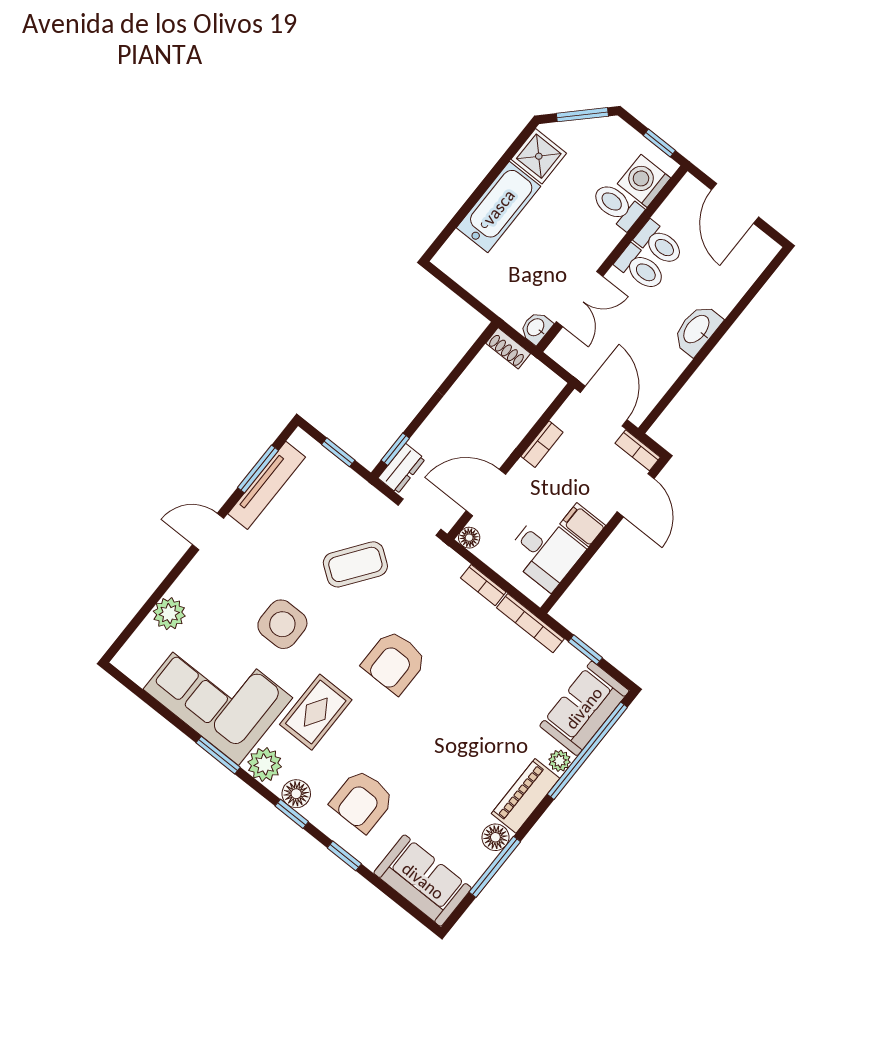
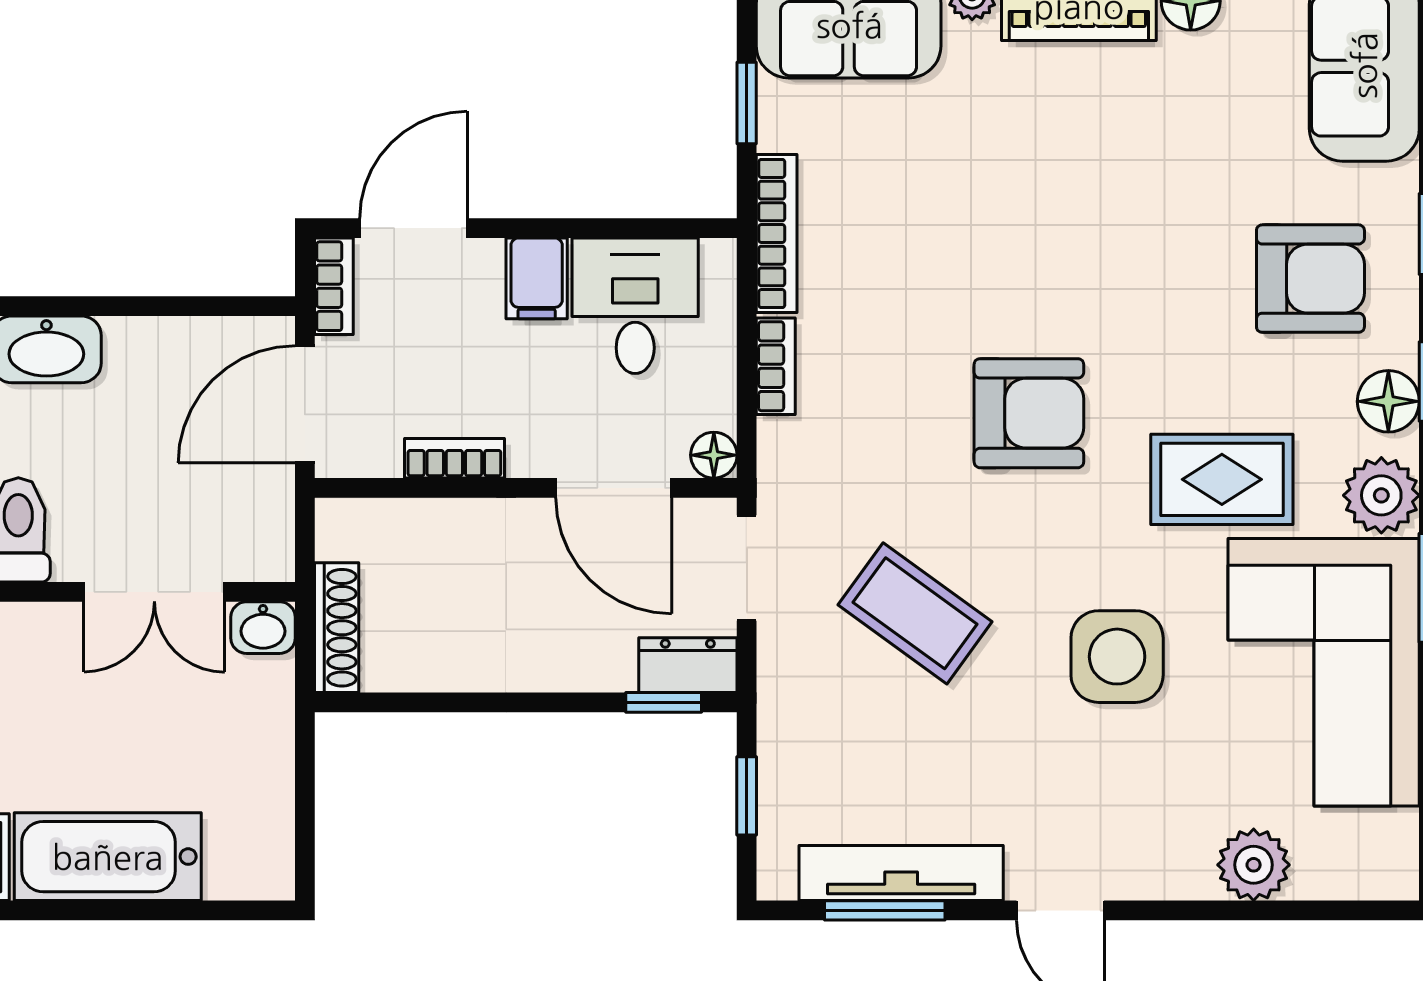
double door: (580, 299) -> (154, 592), swing flipped
shoe rack: (508, 348) -> (337, 628), width x1.43

